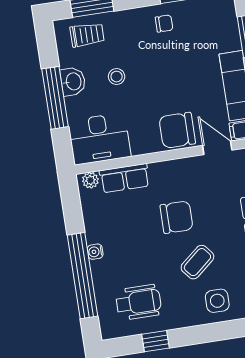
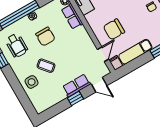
chair: (177, 130) -> (114, 29), moved, turned -90
chair: (177, 217) -> (45, 37), moved

